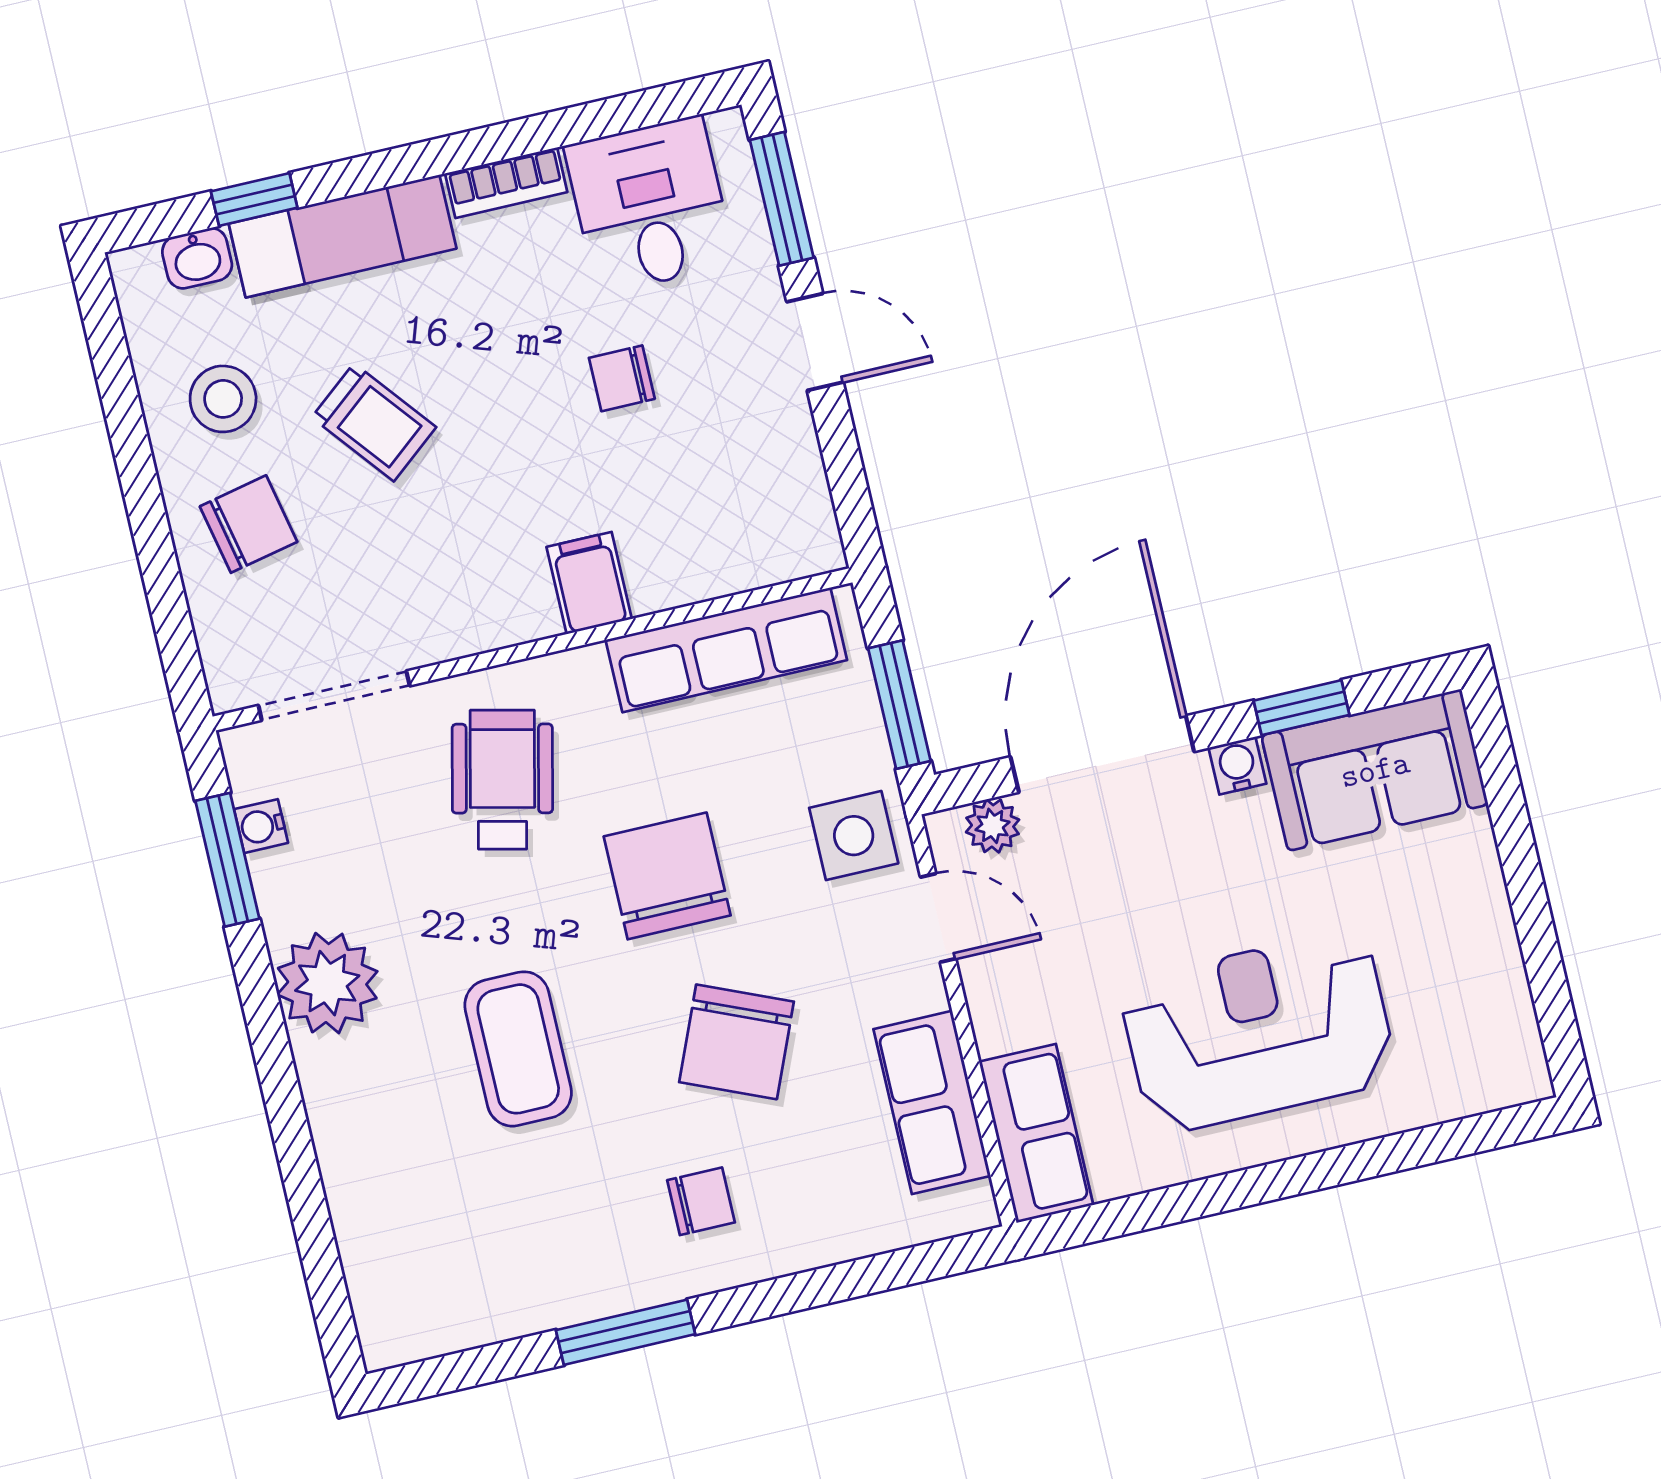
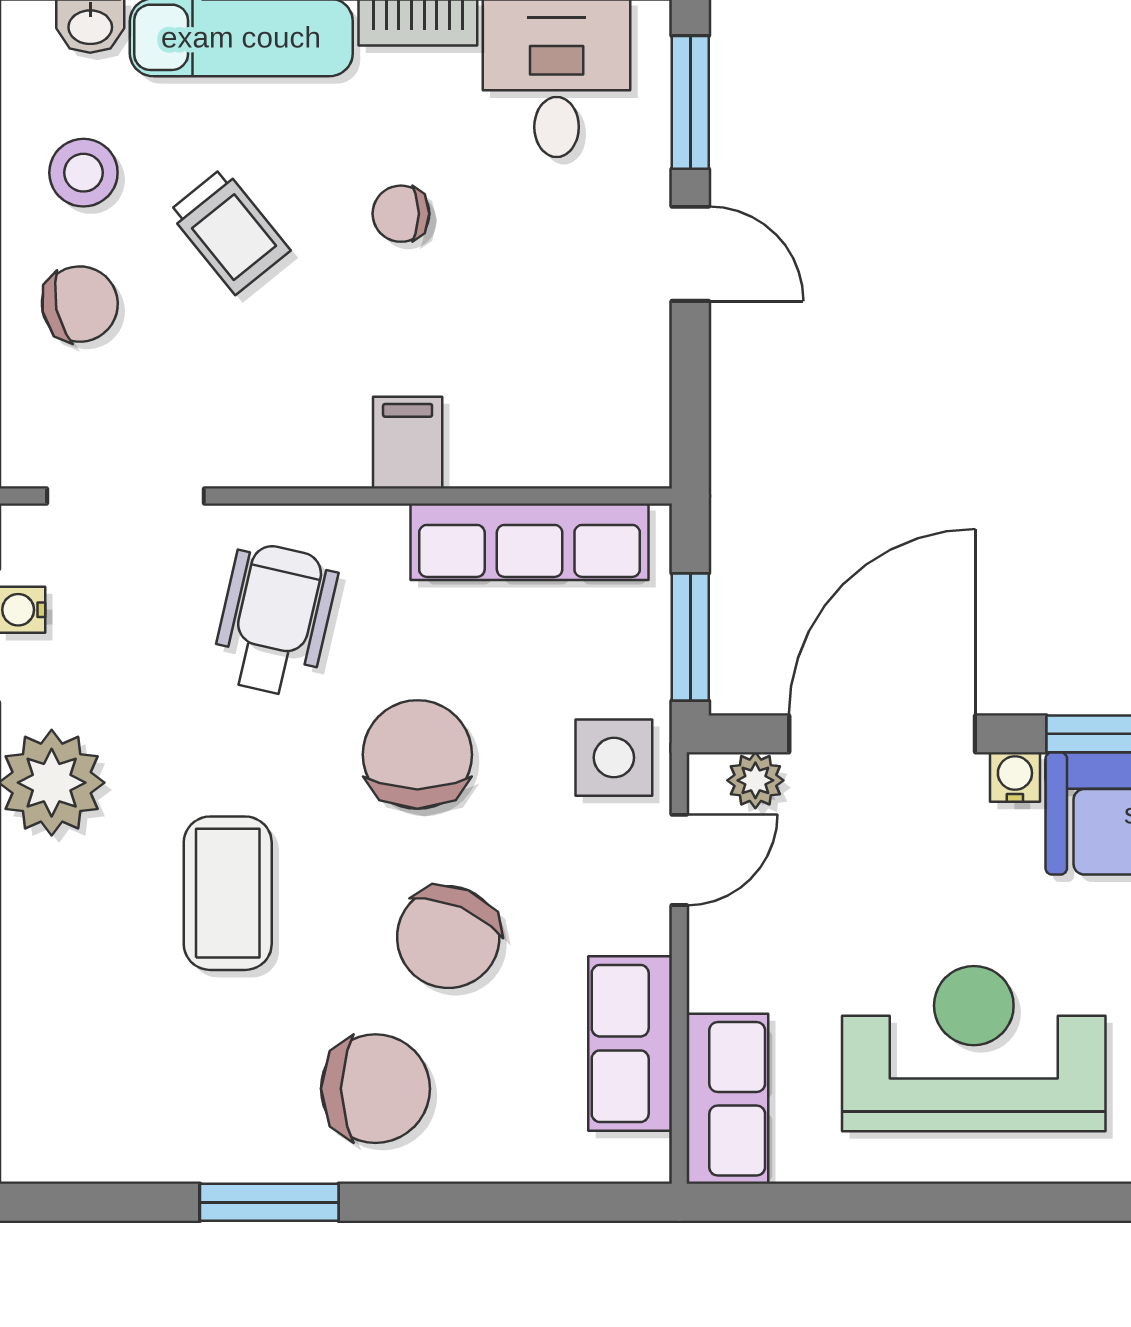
chair: (622, 378) -> (401, 214), moved
door: (938, 918) -> (679, 860), hinge flipped
chair: (701, 1201) -> (375, 1089), width x1.87, depth x1.87

